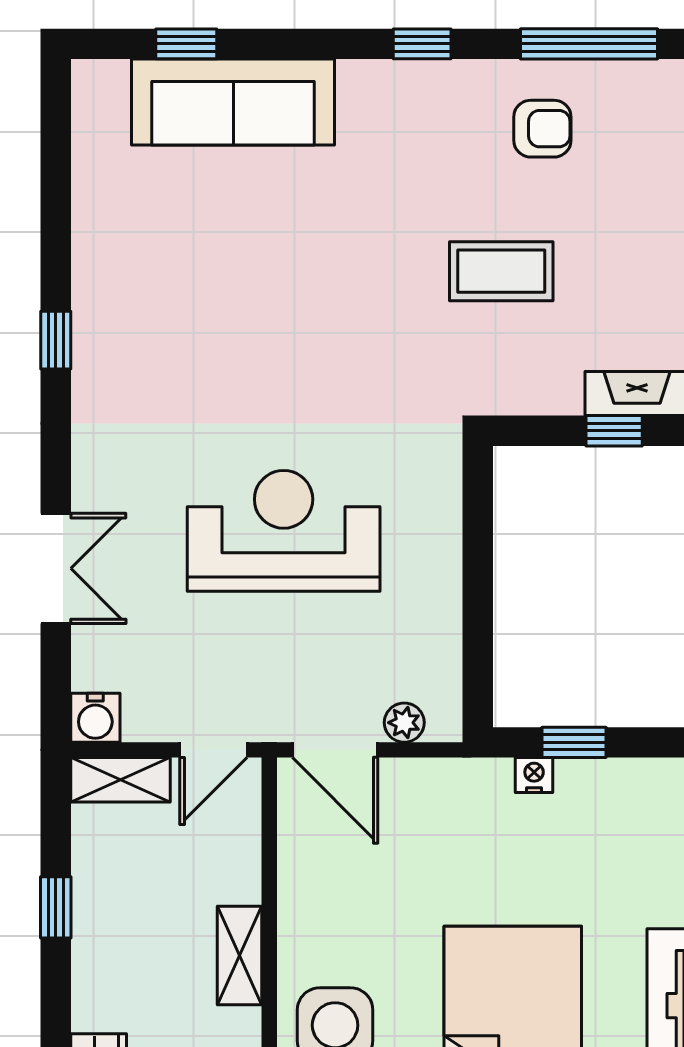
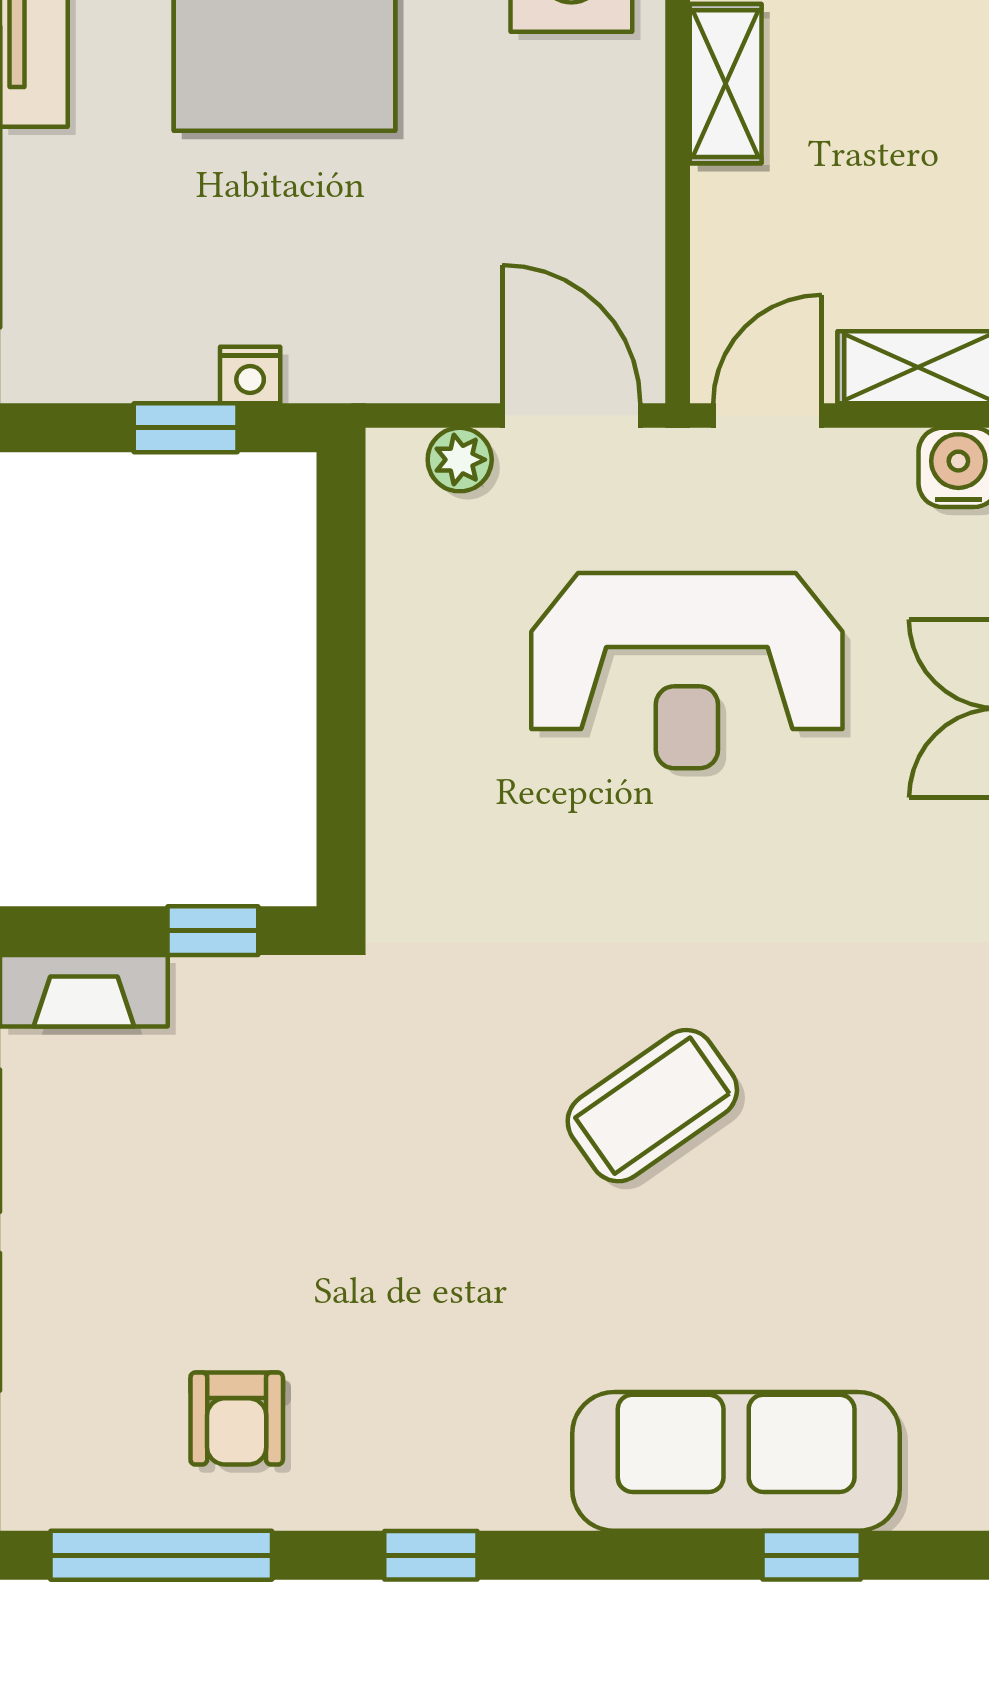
armchair: (542, 129) -> (237, 1418), turned -90
coffee table: (501, 271) -> (652, 1106), moved, turned -35
window: (614, 431) -> (213, 931), moved
reception desk: (284, 531) -> (687, 671), moved

